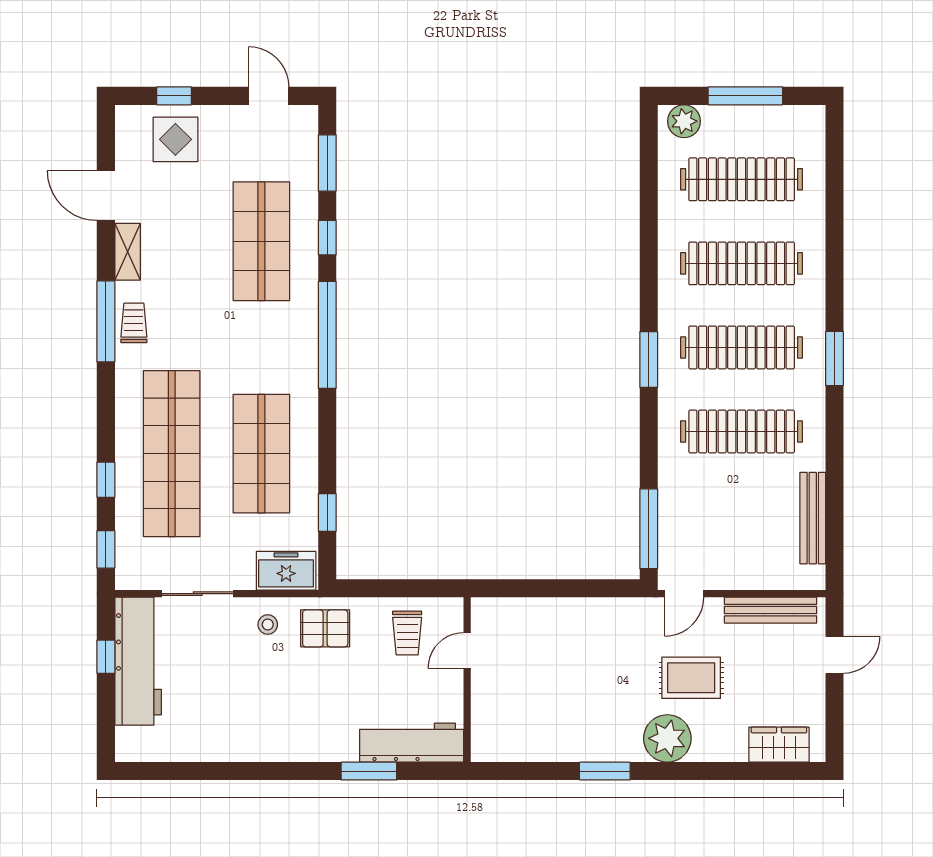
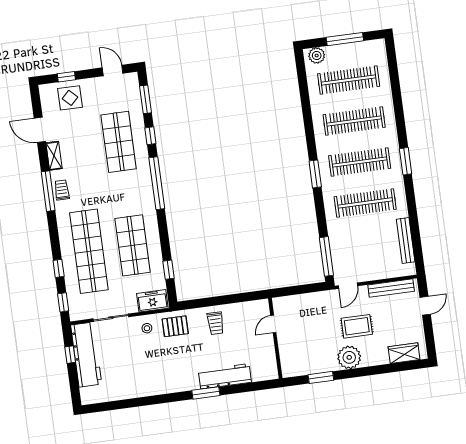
door: (467, 650) -> (273, 324), moved
wall: (467, 680) -> (275, 338), moved

